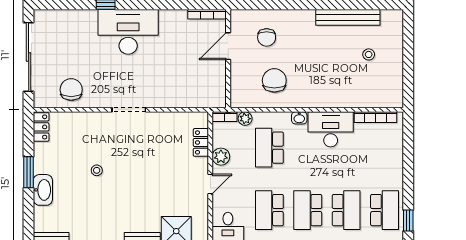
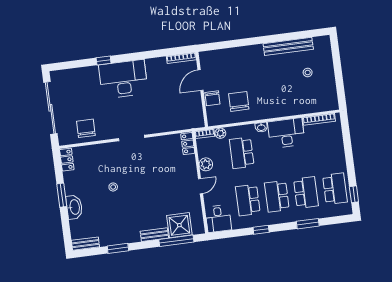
chair: (267, 37) -> (212, 98), moved
locker: (201, 142) -> (188, 144), moved

